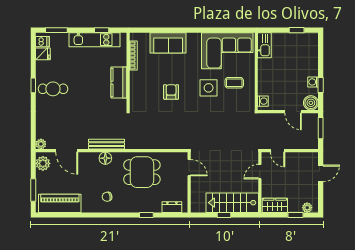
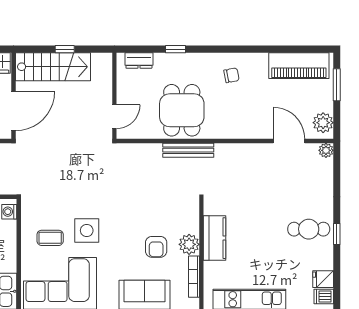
plant: (137, 78) -> (189, 244), added
armchair: (171, 92) -> (156, 247), moved
bench: (107, 144) -> (188, 150), moved
floor lamp: (105, 158) -> (234, 130), removed
door: (189, 168) -> (114, 117), swing flipped
dining table: (142, 172) -> (182, 110), turned 90
door: (260, 172) -> (13, 111), width x1.87

